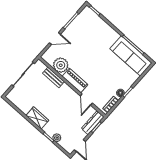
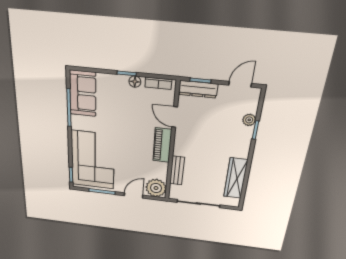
corner sofa: (94, 32) -> (93, 160), added
door: (55, 38) -> (134, 195), hinge flipped
sofa: (131, 56) -> (83, 93), width x0.73
plant: (61, 65) -> (156, 188), moved
door: (86, 100) -> (175, 117), swing flipped
wardrobe: (37, 118) -> (236, 178), moved, width x1.50

